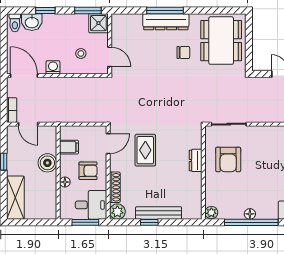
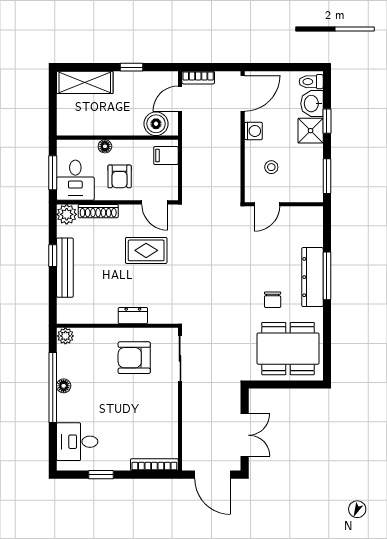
shower: (98, 23) -> (311, 131), moved
filing cabinet: (69, 147) -> (166, 156), moved, turned 90
boiler: (47, 163) -> (156, 124), moved

